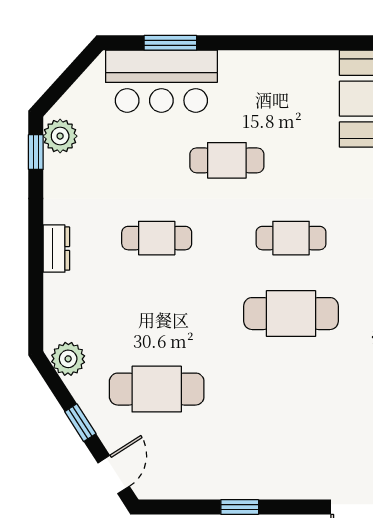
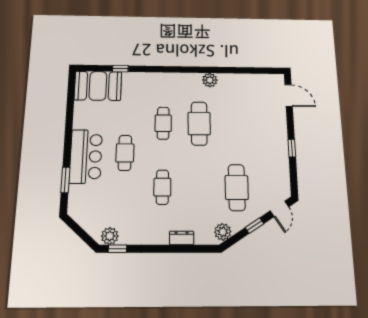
bar counter: (161, 81) -> (86, 156), moved
dresser: (56, 249) -> (182, 238), moved
door: (114, 475) -> (279, 209), swing flipped

